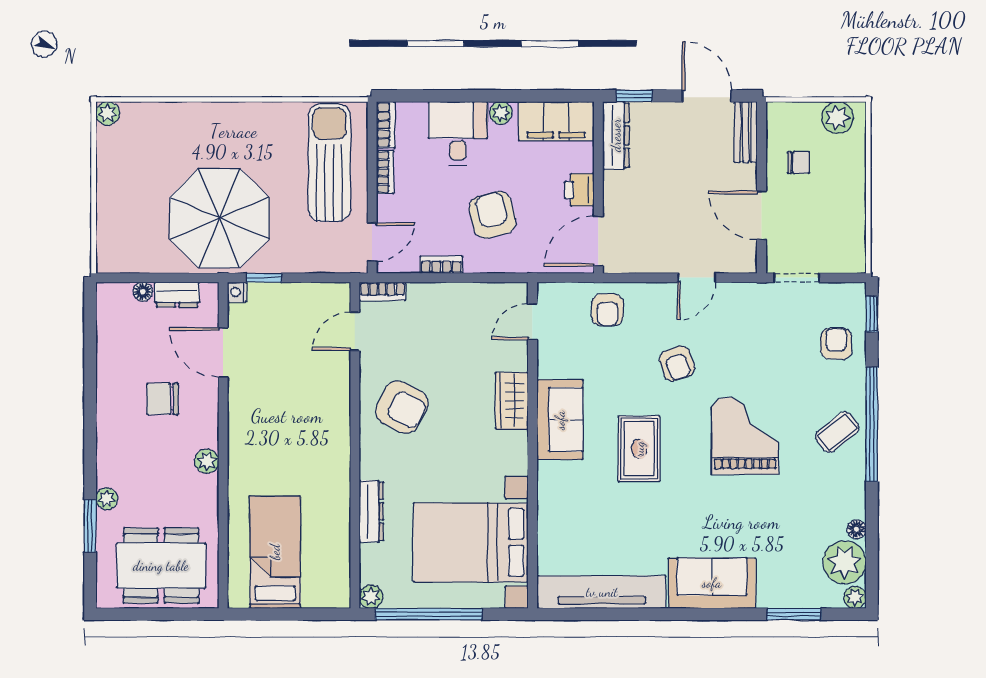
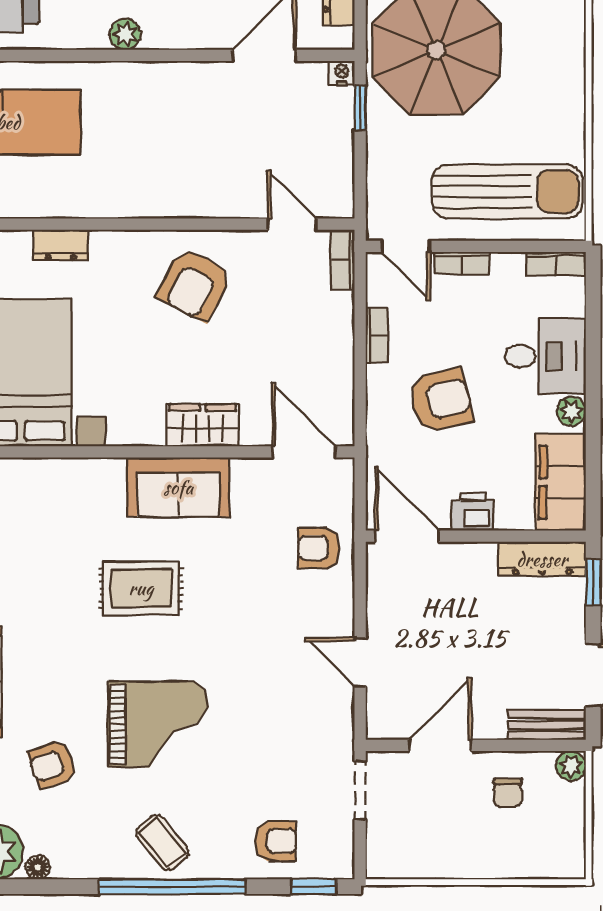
plant: (838, 118) -> (571, 766), moved, width x0.73, depth x0.73
bookcase: (385, 172) -> (462, 263), moved
door: (532, 322) -> (304, 452), width x1.38
armchair: (677, 363) -> (53, 764), moved
dresser: (371, 511) -> (61, 245), width x0.70

